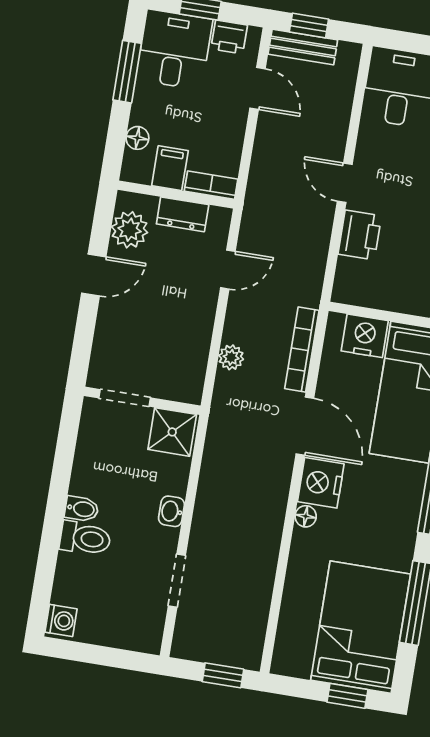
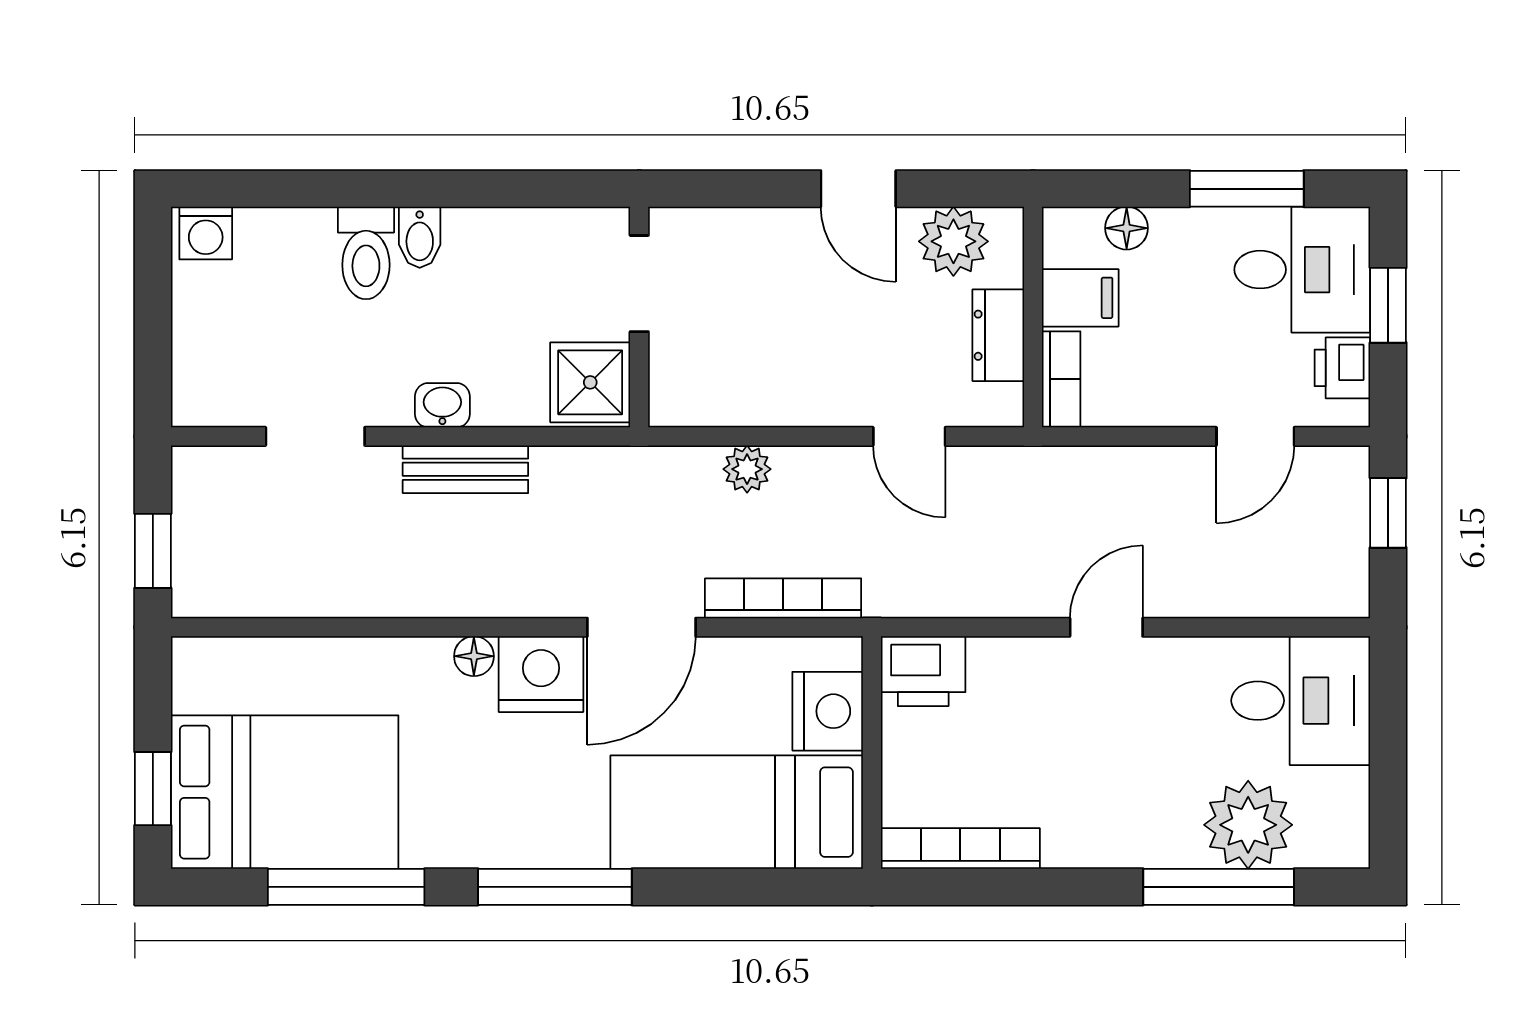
bench: (303, 47) -> (465, 469), moved, turned 90
printer: (360, 235) -> (923, 671), moved

